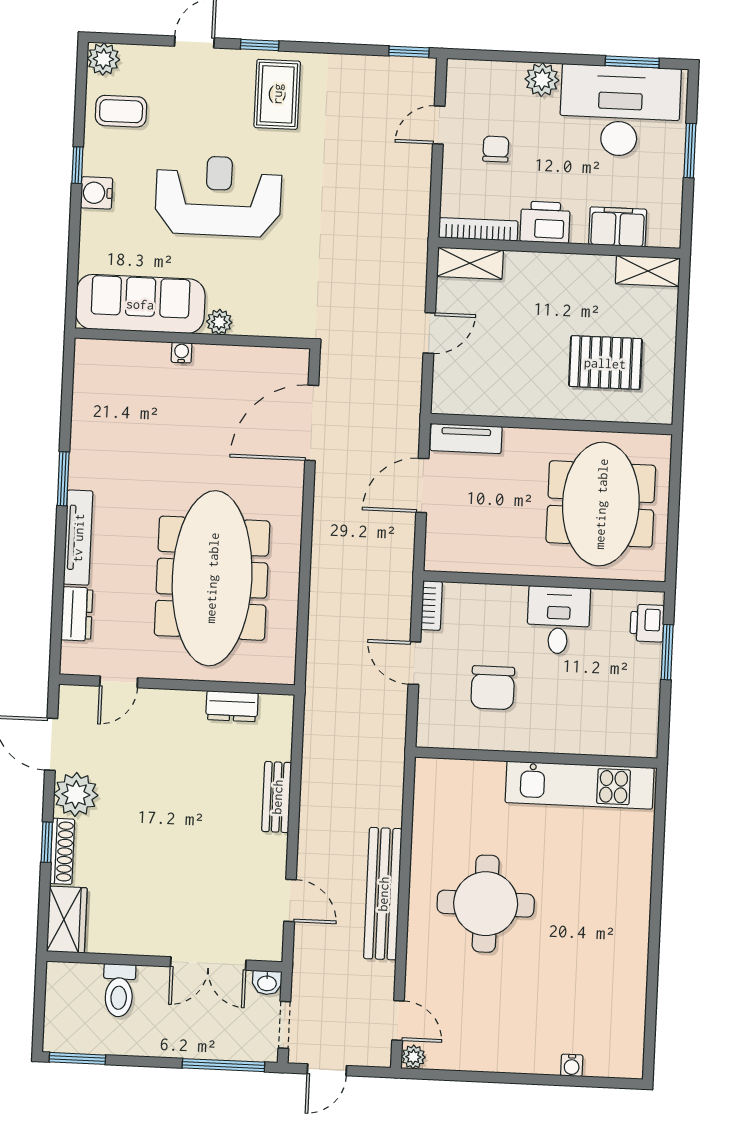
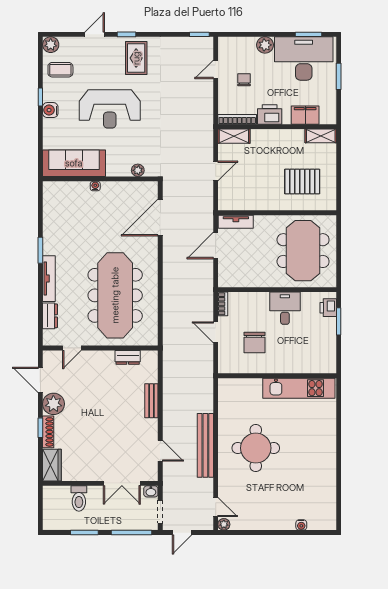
reception desk: (218, 196) -> (110, 109), turned 180
plant: (219, 322) -> (138, 170), moved
window: (77, 1058) -> (84, 533), moved

